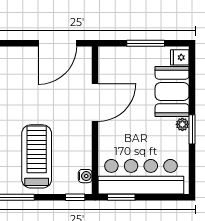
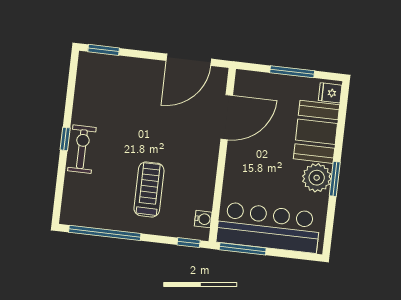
door: (95, 102) -> (227, 117), moved
plant: (182, 124) -> (317, 178), width x1.88, depth x1.88
treadmill: (37, 156) -> (149, 189), width x0.73, depth x0.73
window: (121, 197) -> (243, 249), width x1.44

